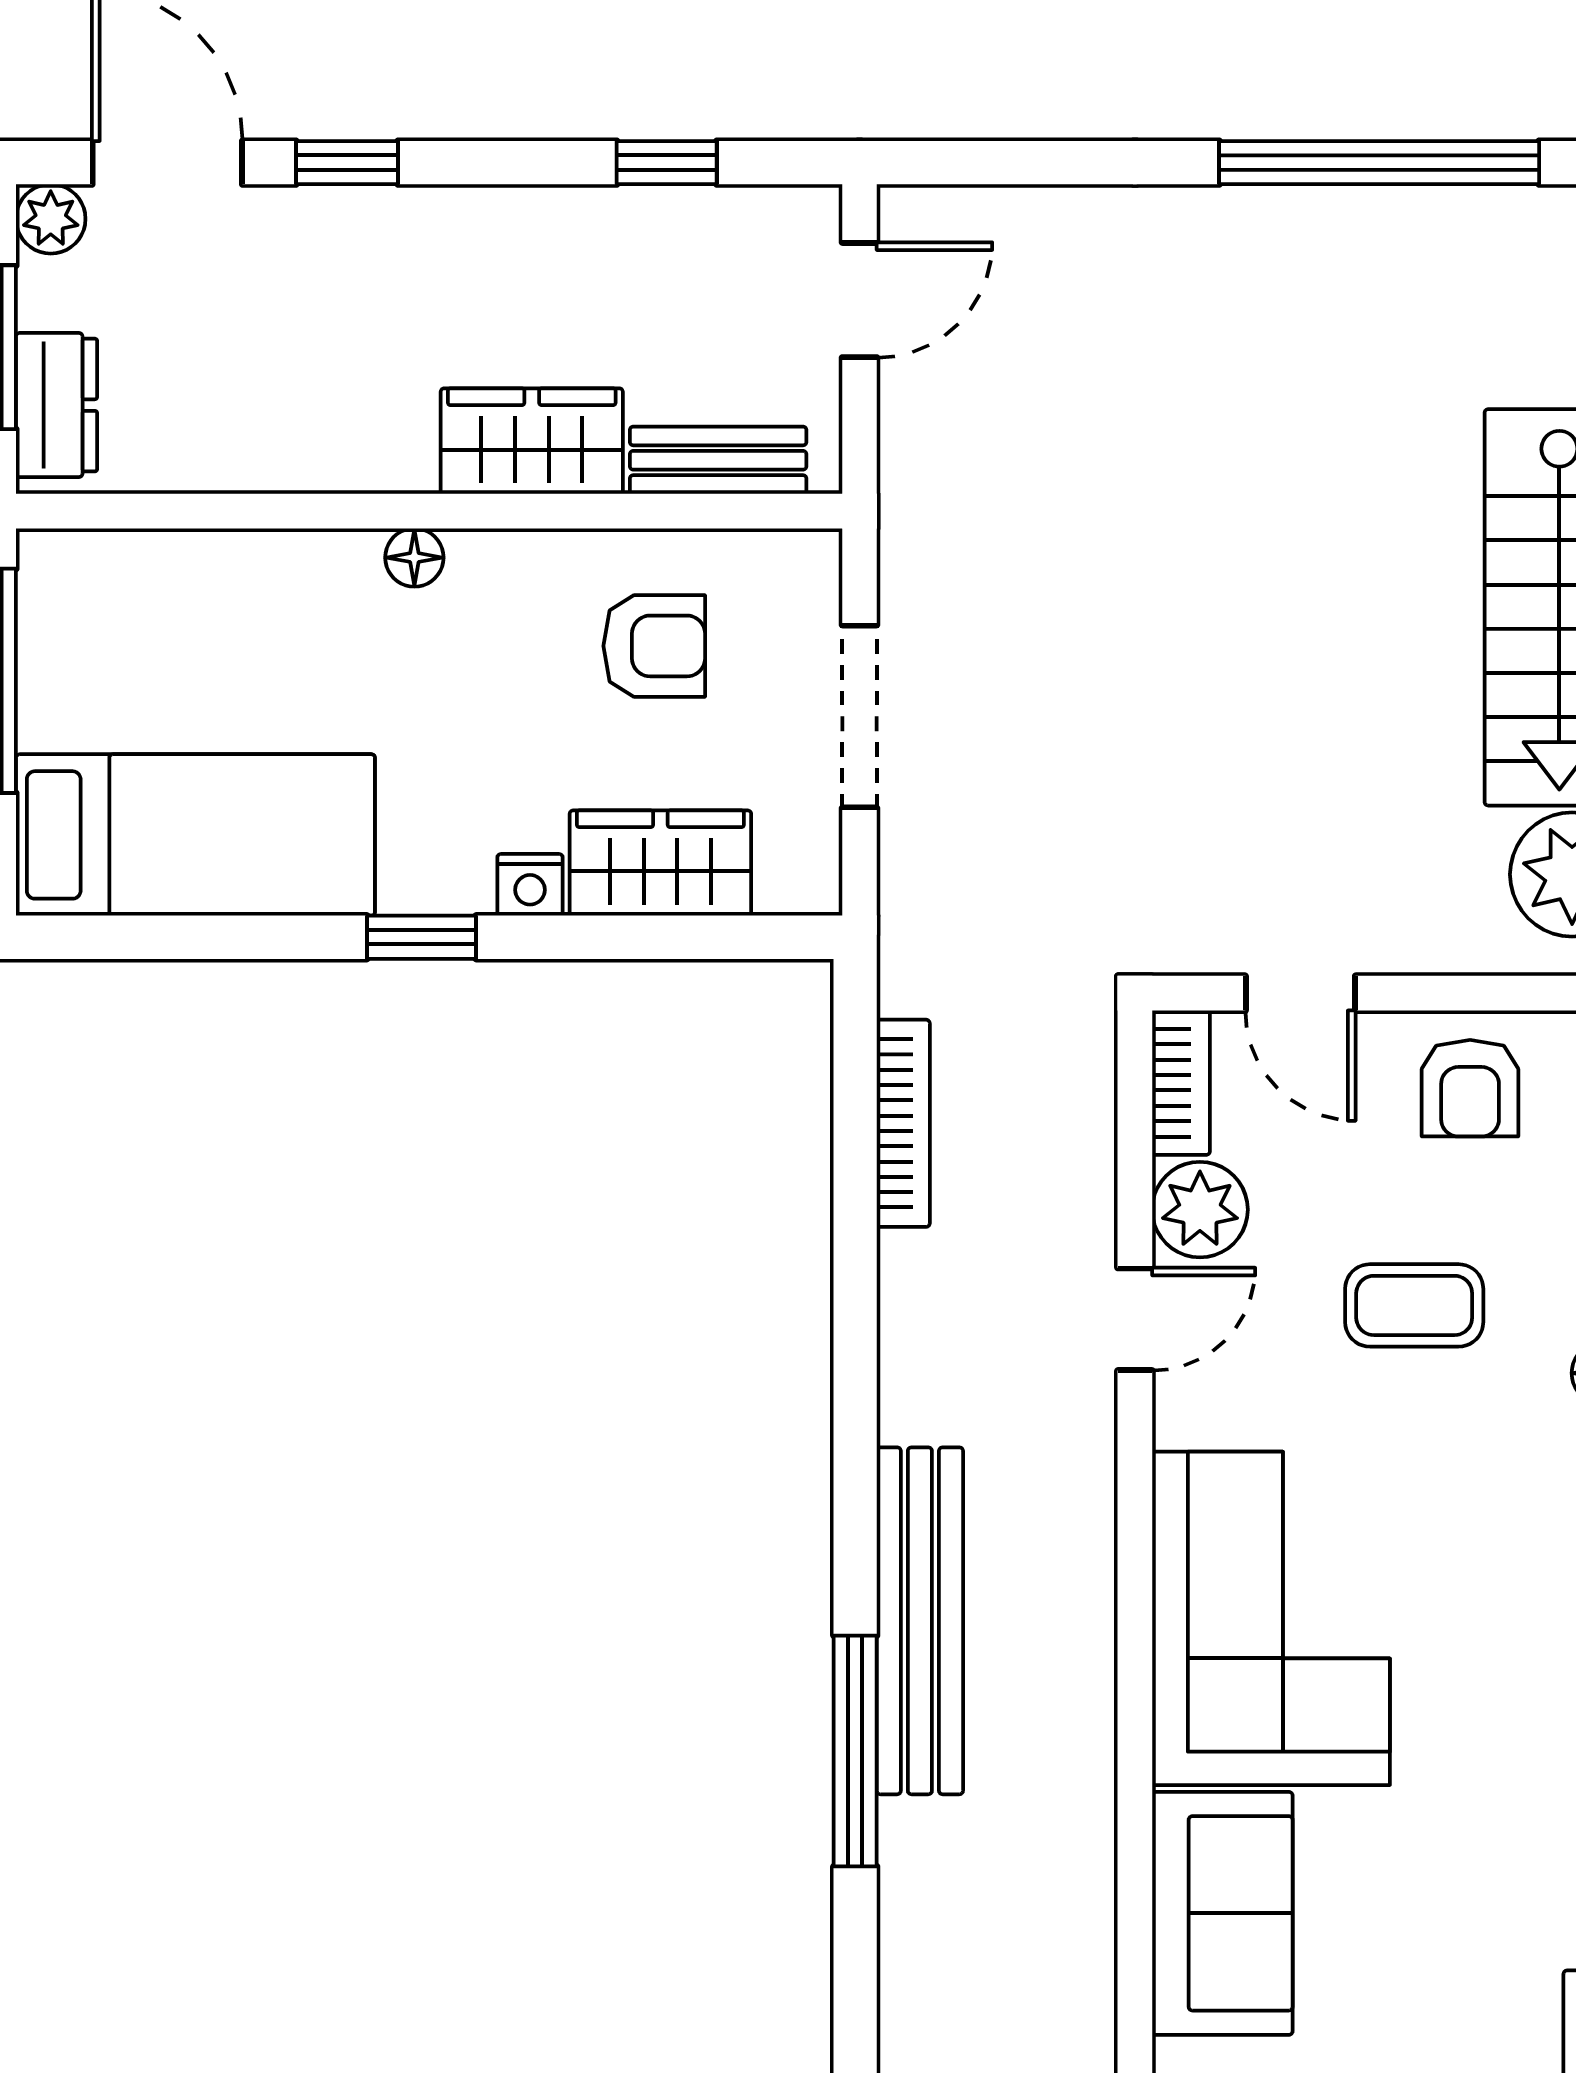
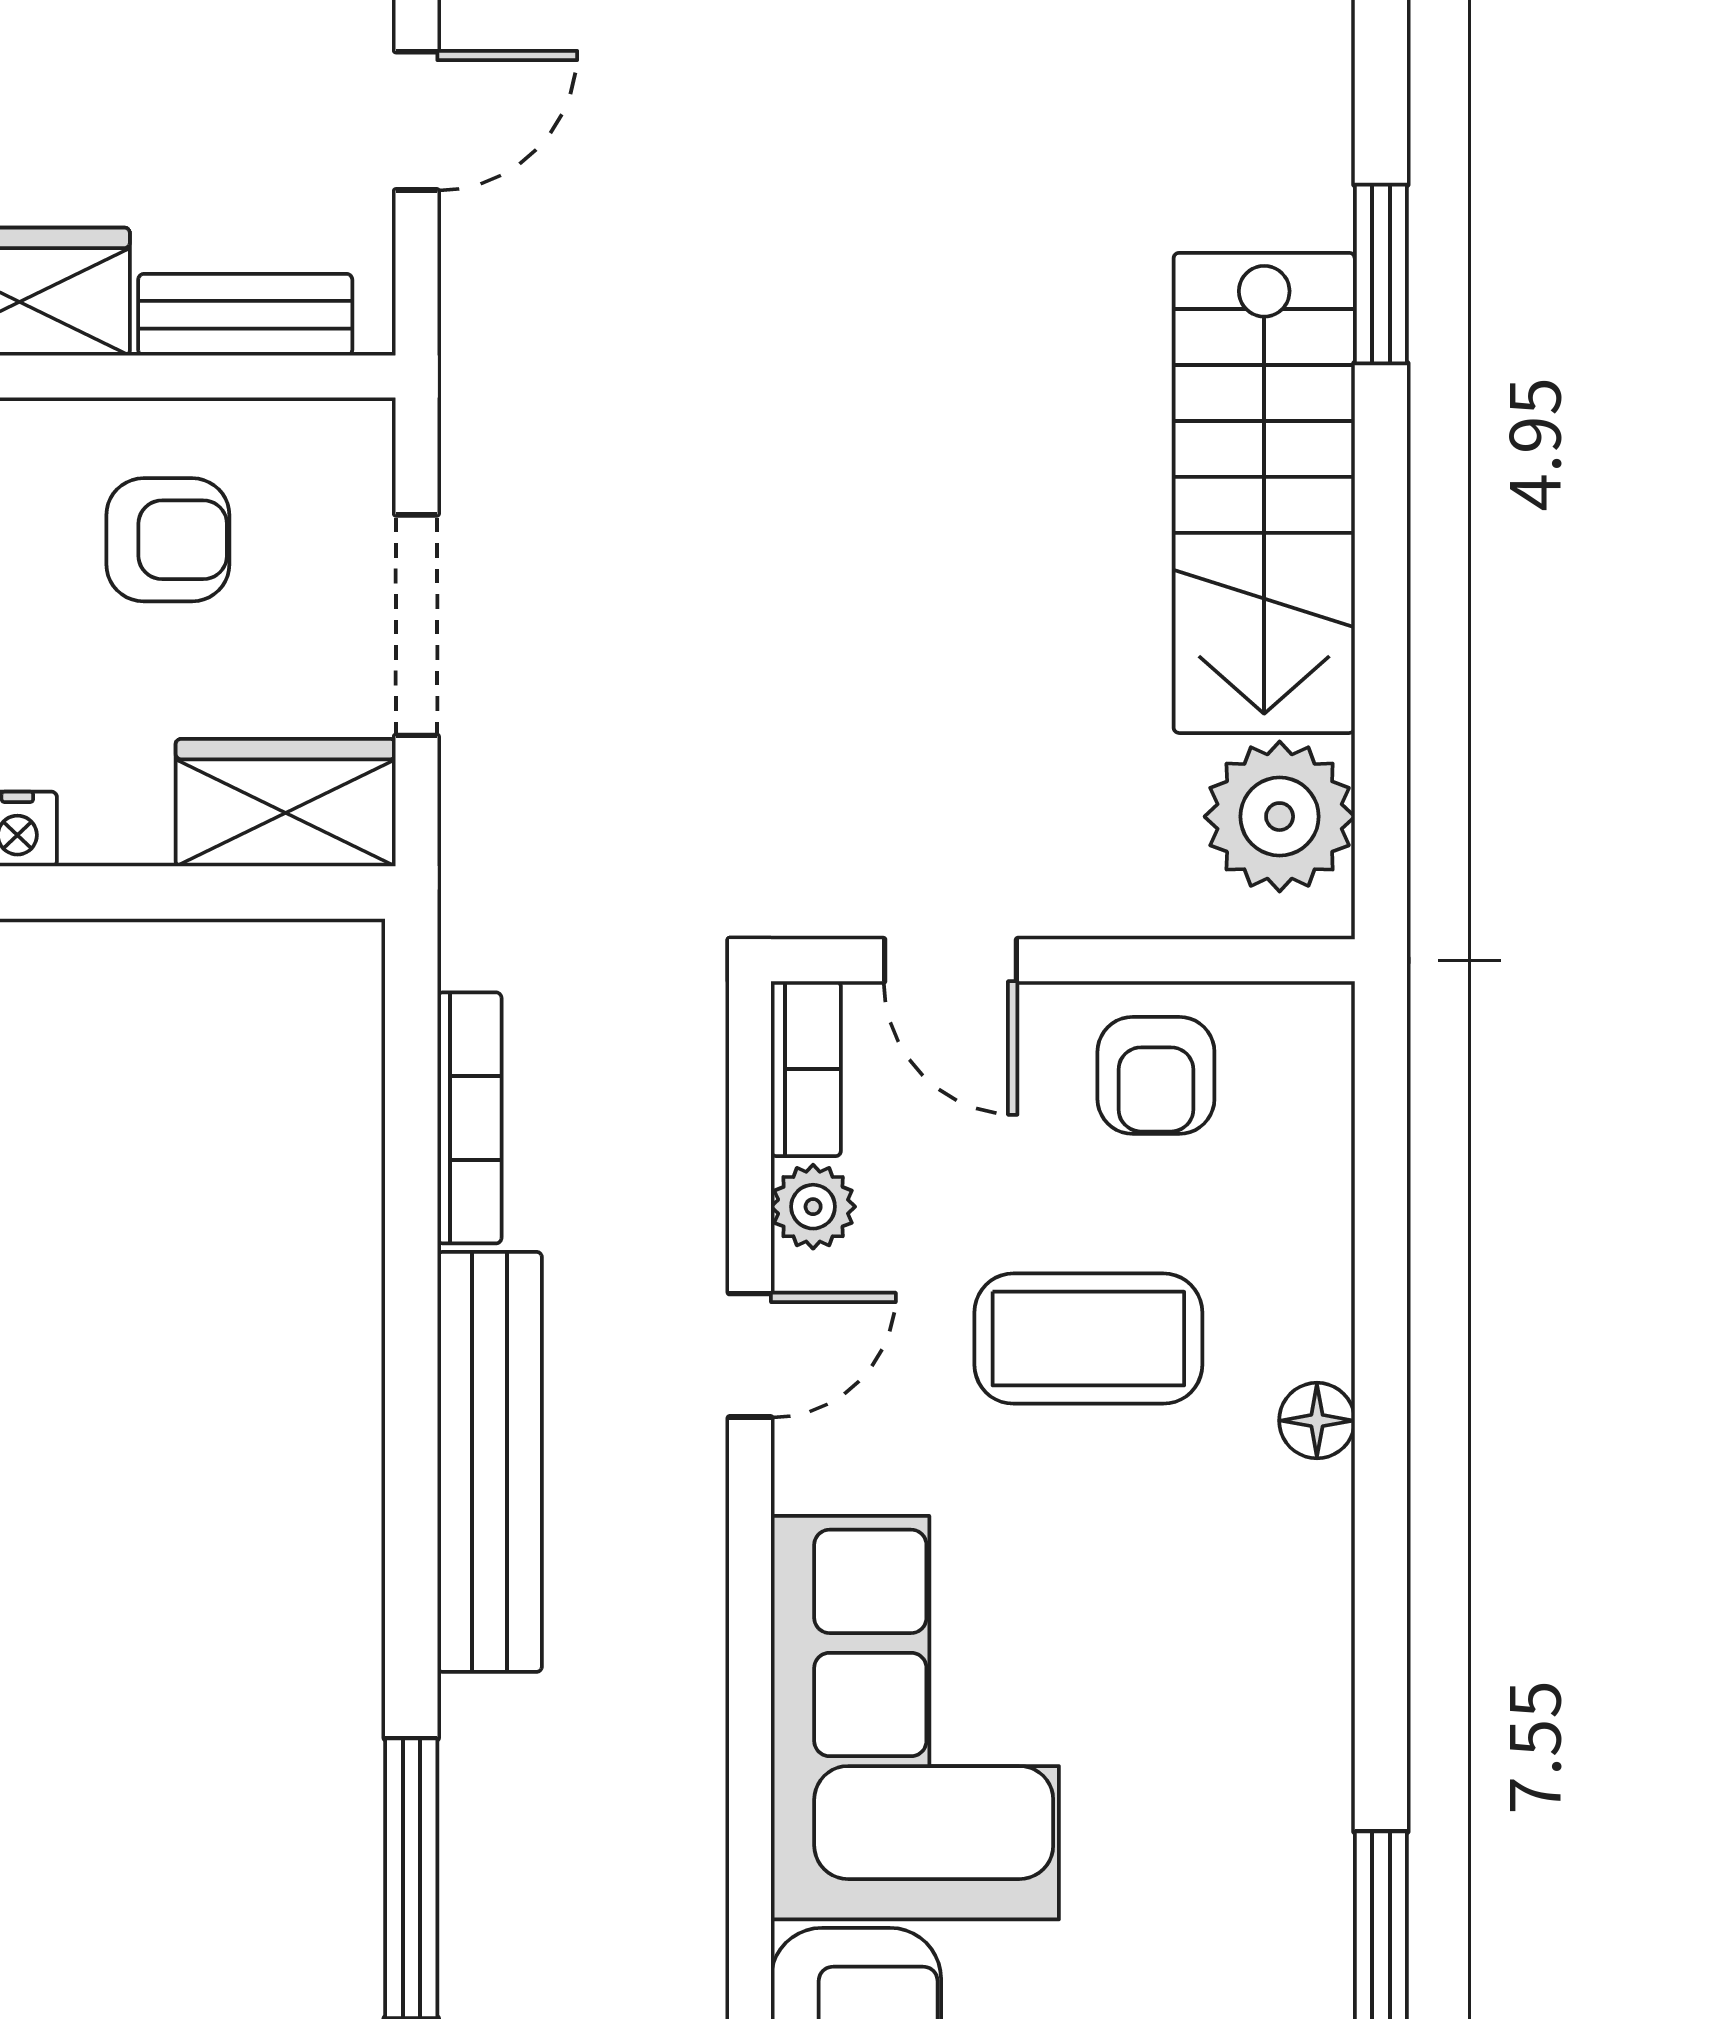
wardrobe: (660, 863) -> (286, 803), moved
plant: (1200, 1210) -> (813, 1207), width x0.73, depth x0.73
coffee table: (1414, 1305) -> (1088, 1339), width x1.36, depth x1.30
bench: (920, 1621) -> (490, 1462), moved

